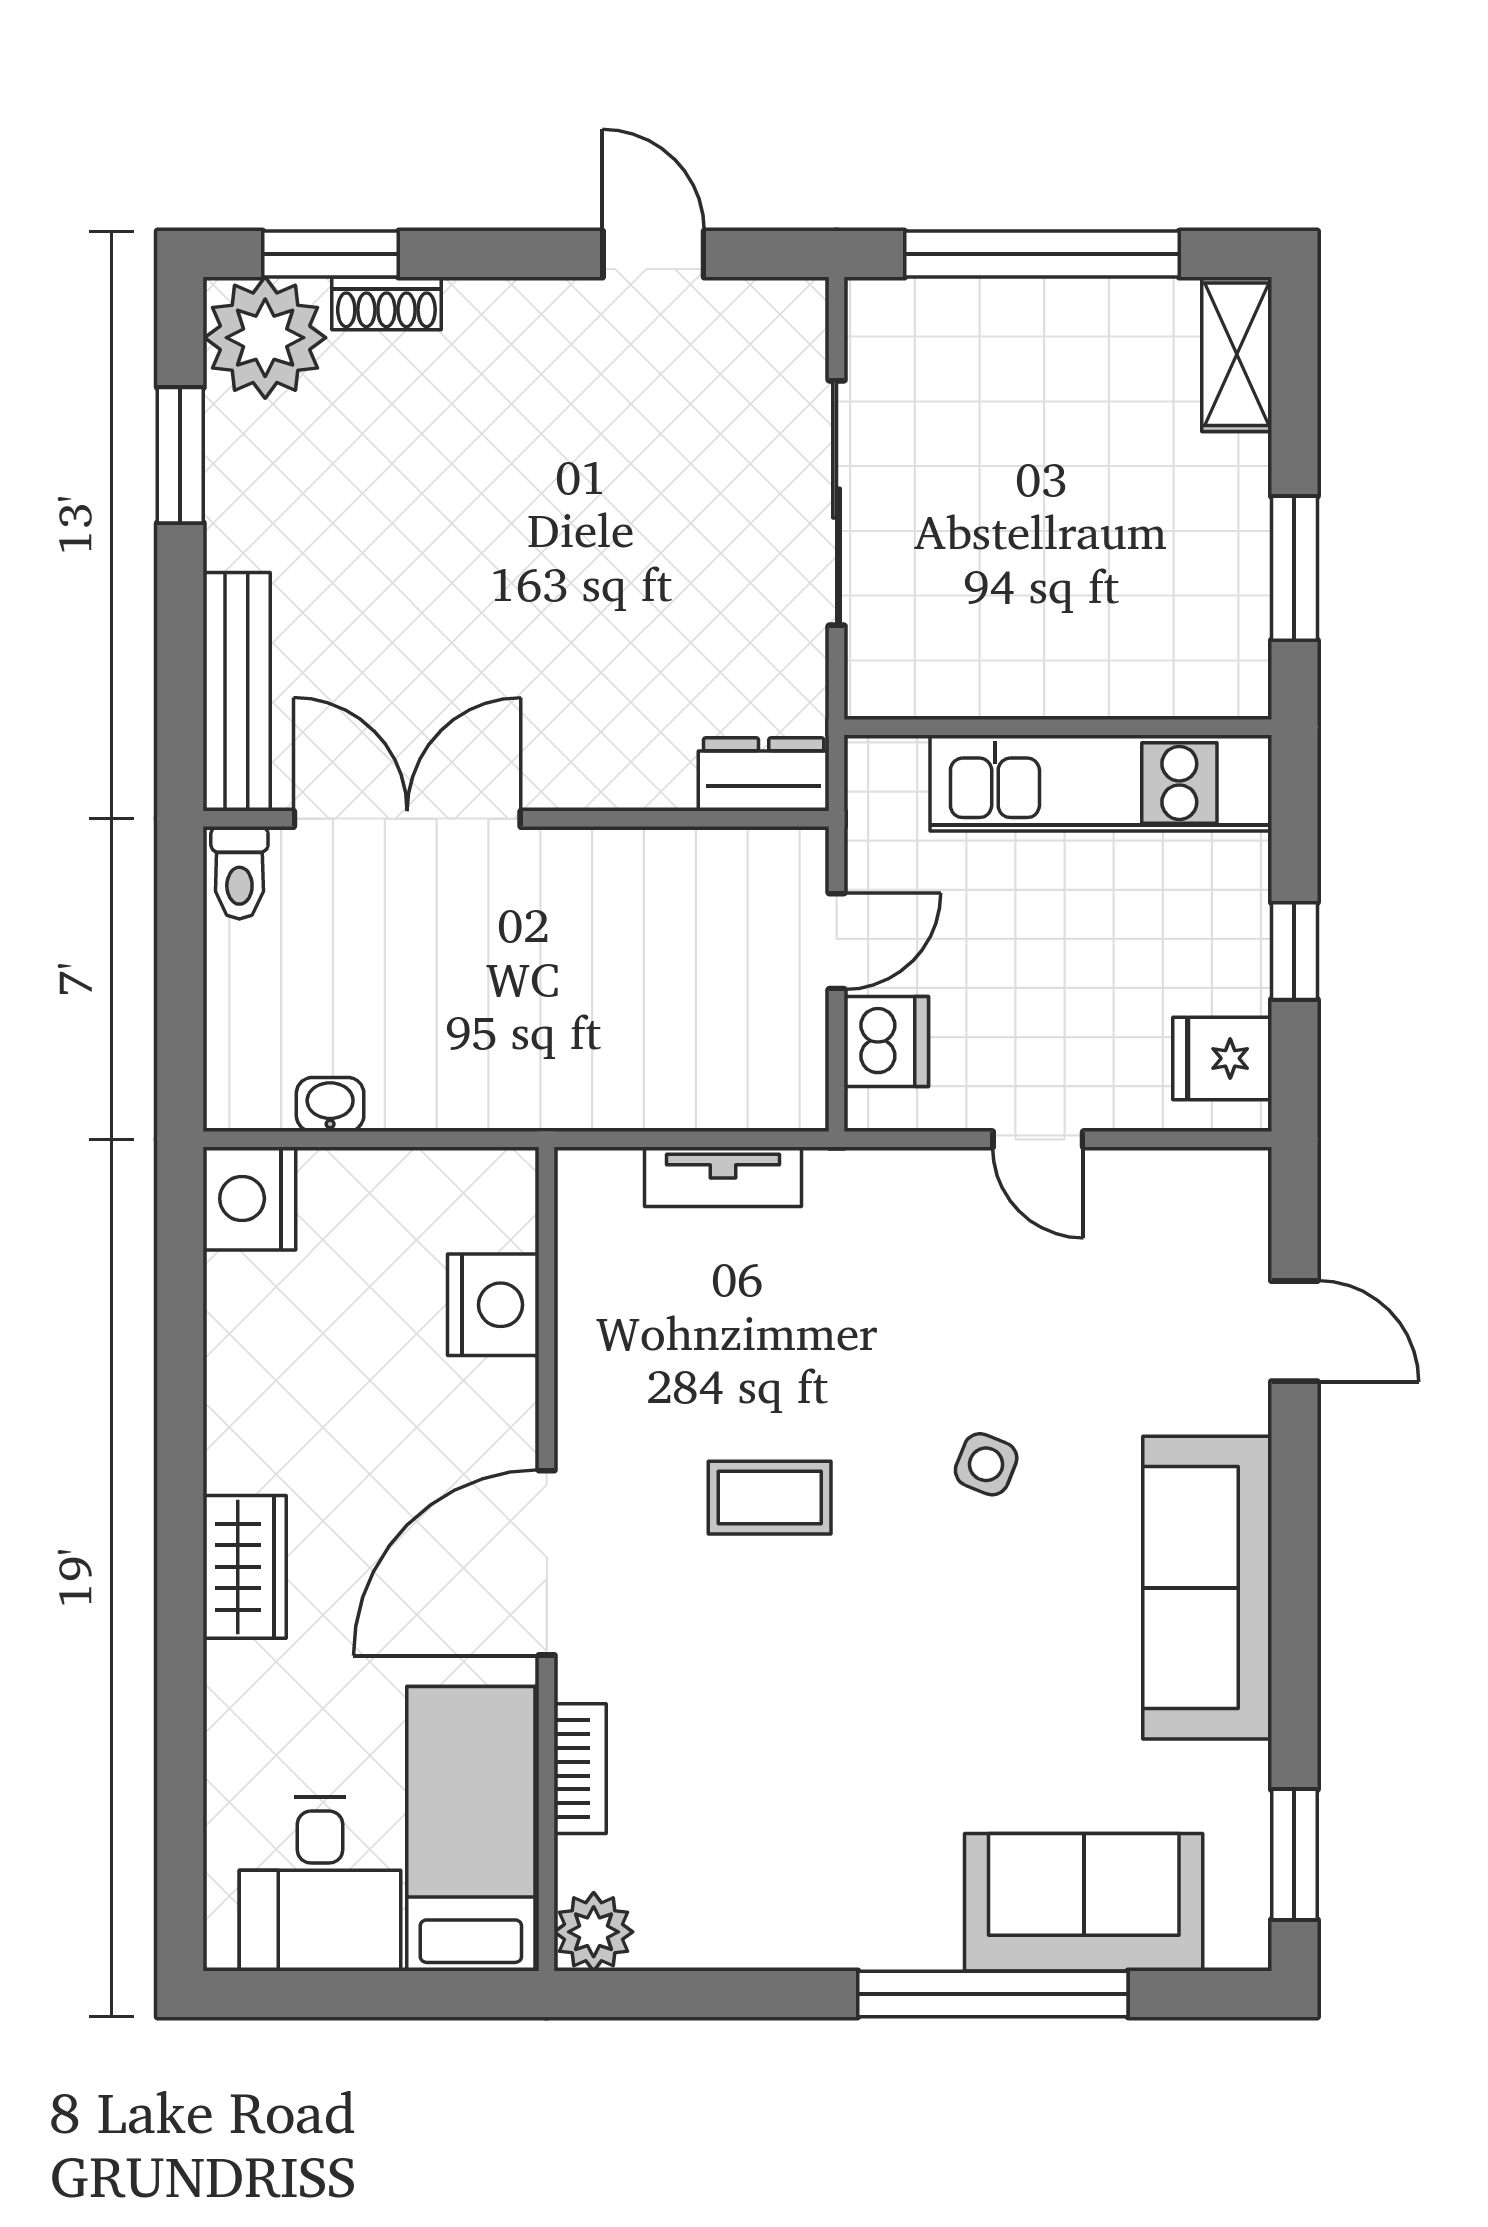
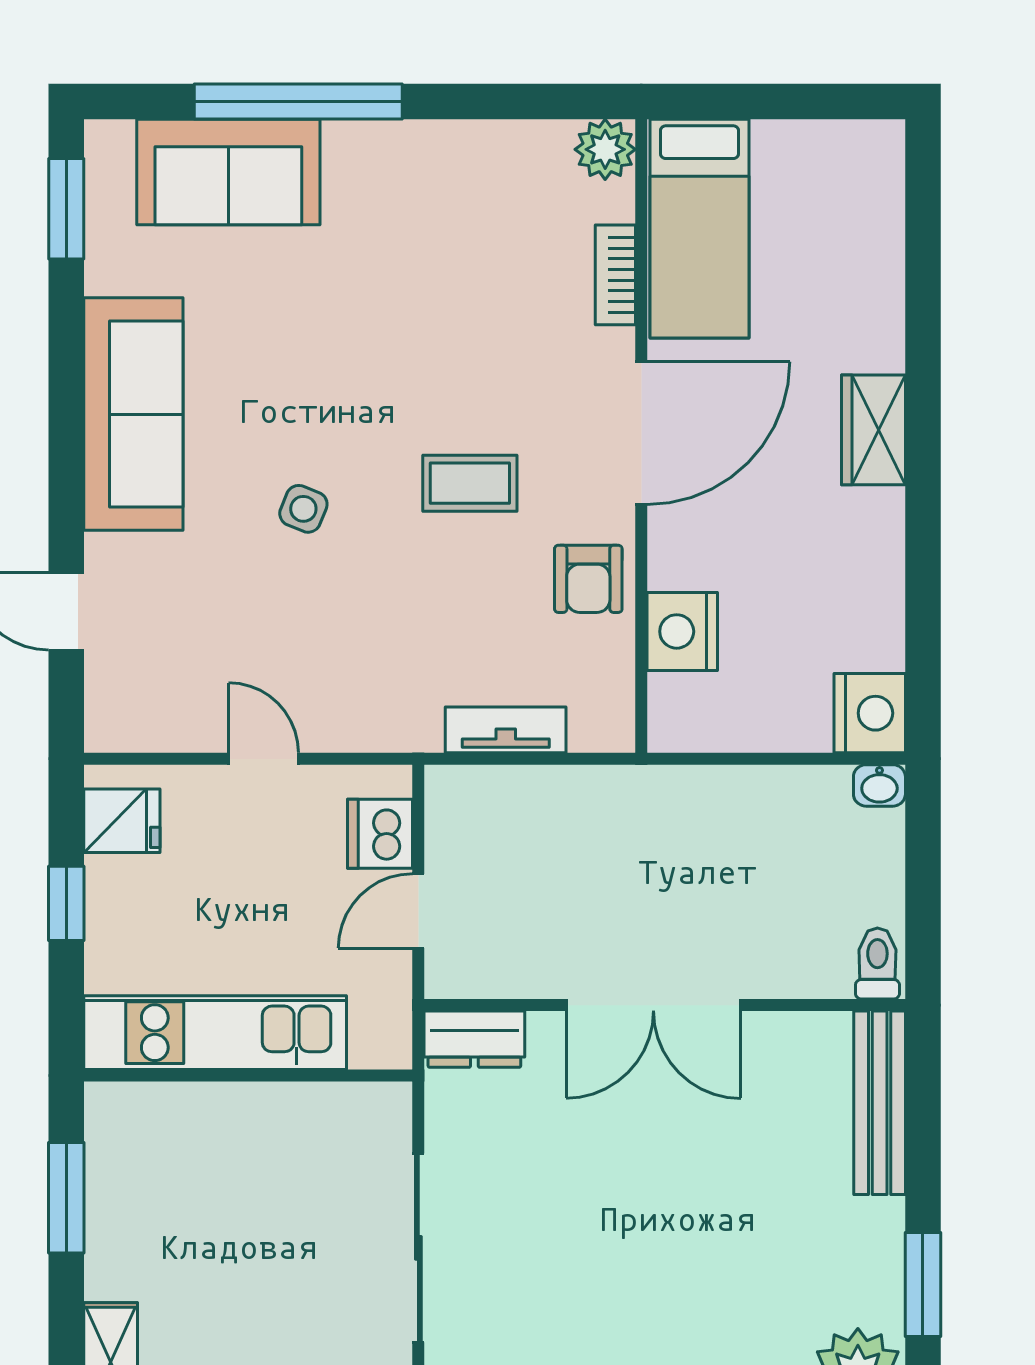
double door: (407, 819) -> (653, 1005), moved
washbasin: (330, 1104) -> (879, 785), moved
armchair: (615, 1373) -> (588, 579), added
desk: (320, 1884) -> (815, 186), removed

